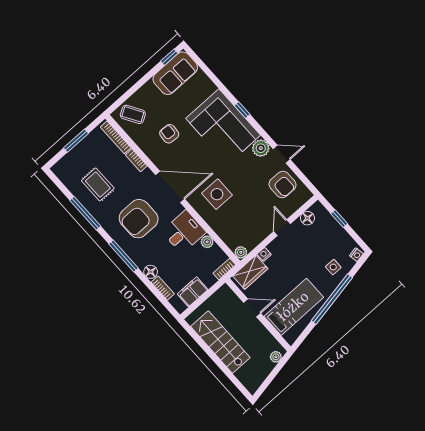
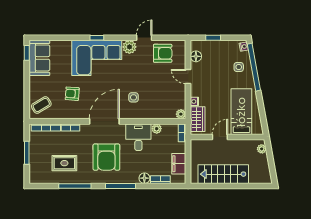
side table: (217, 194) -> (134, 97), width x0.54, depth x0.54
window: (332, 299) -> (254, 67), moved

